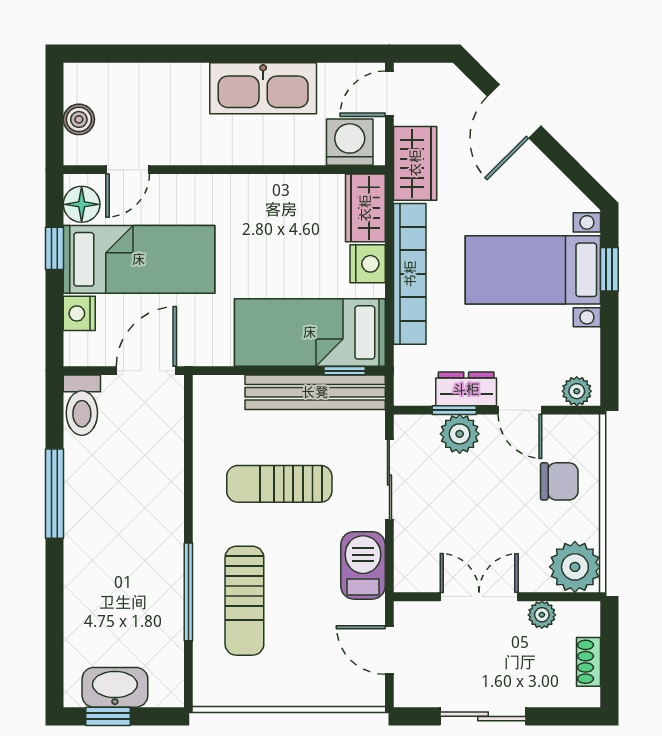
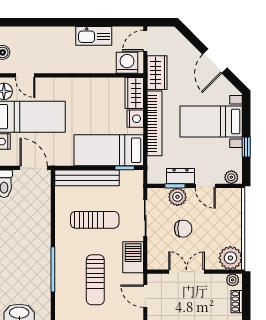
kitchen sink: (263, 88) -> (94, 36), width x0.73, depth x0.81
door: (514, 111) -> (215, 61), moved
door: (128, 170) -> (25, 75), hinge flipped
window: (609, 269) -> (246, 147), moved
door: (146, 371) -> (34, 168), hinge flipped
bench: (315, 392) -> (87, 178), moved
chair: (559, 481) -> (183, 229), moved
sun lounger: (279, 484) -> (95, 220), turned 180
sun lounger: (244, 601) -> (95, 280), moved
plant: (542, 615) -> (233, 280), moved

